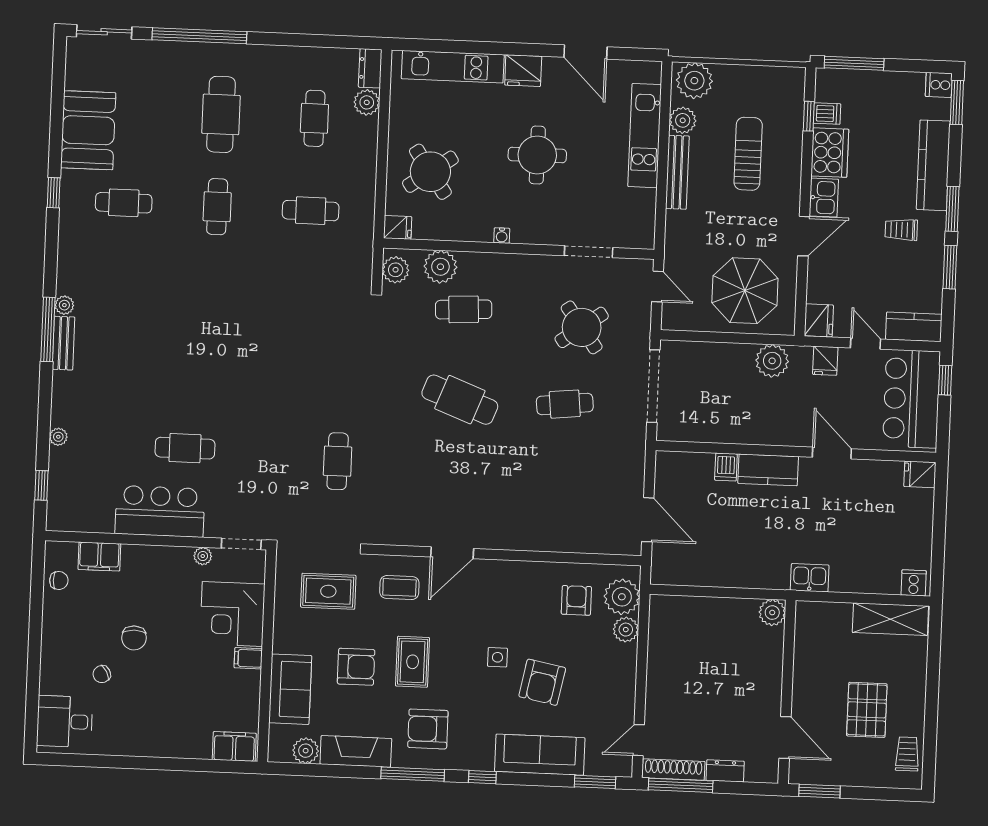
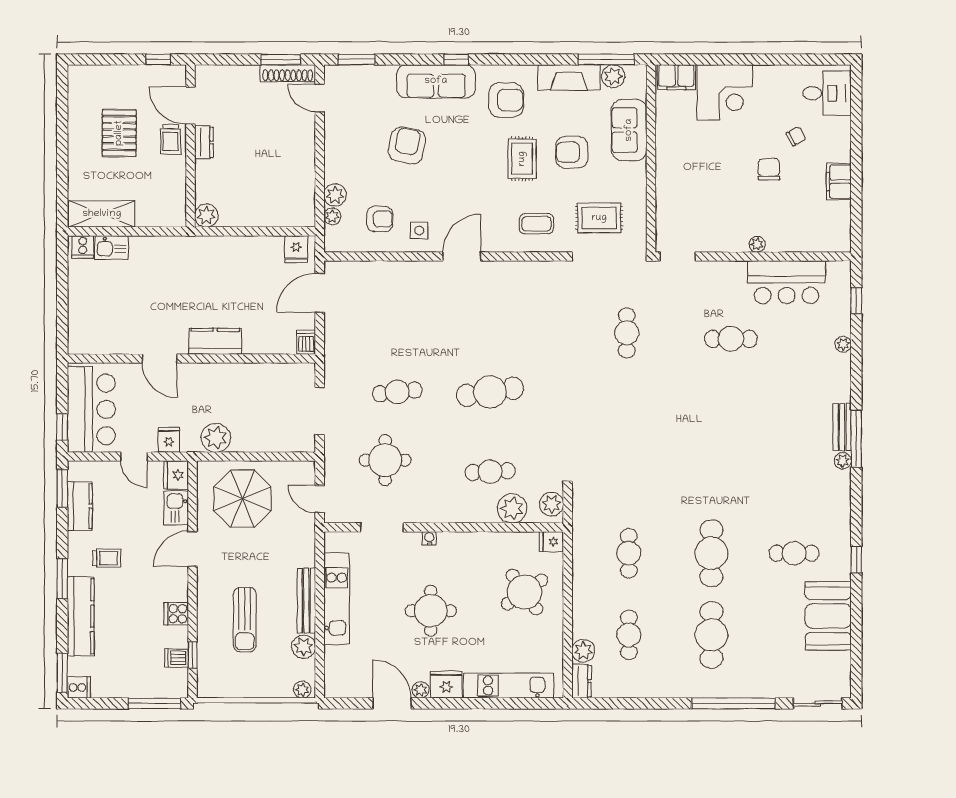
plant: (553, 66) -> (421, 690), added
plant: (694, 81) -> (302, 690), width x0.53, depth x0.53
kitchen unit: (645, 136) -> (337, 599), moved
cooker: (830, 153) -> (176, 614), width x0.53, depth x0.76
kitchen sink: (824, 198) -> (176, 508), moved
cafe table: (217, 207) -> (711, 553), width x1.37, depth x1.35
cafe table: (311, 211) -> (629, 553), turned 90
water cooler: (502, 236) -> (429, 538), moved
window: (950, 267) -> (62, 488), moved
round table: (582, 327) -> (385, 460), turned 36
kitchen counter: (914, 327) -> (80, 506), moved, turned -90
doorway: (653, 386) -> (320, 411), width x0.73
cafe table: (460, 400) -> (490, 392), turned -30
cafe table: (338, 461) -> (627, 333), moved
dishwasher: (726, 467) -> (306, 342), moved
fridge: (920, 474) -> (296, 249), moved, turned 90
bar counter: (160, 511) -> (787, 282), moved
door: (648, 520) -> (320, 293), hinge flipped
door: (452, 553) -> (462, 256), moved
plant: (203, 556) -> (757, 244), moved
filing cabinet: (99, 557) -> (839, 182), moved, turned -90
kitchen sink: (810, 578) -> (112, 248), moved
chair: (59, 580) -> (837, 217), removed
plant: (622, 597) -> (332, 216), width x0.53, depth x0.53
armchair: (576, 600) -> (380, 219), turned -90
corner desk: (232, 614) -> (725, 92), moved, turned 90
side table: (497, 657) -> (419, 230), moved
filing cabinet: (248, 658) -> (667, 156), removed
door: (639, 740) -> (320, 98), swing flipped
trolley: (907, 754) -> (171, 139), moved
sofa: (540, 755) -> (436, 81), moved
dresser: (725, 771) -> (204, 142), moved, turned -90
window: (413, 774) -> (606, 59), moved
window: (681, 785) -> (281, 59), width x0.69
window: (819, 791) -> (158, 59), width x0.67

